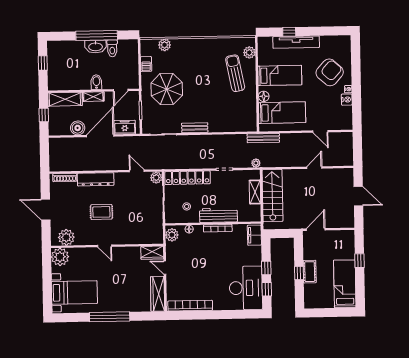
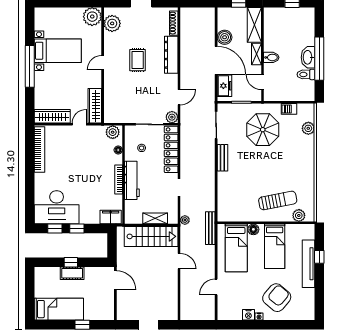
armchair: (330, 72) -> (277, 298), turned -92
door: (314, 168) -> (179, 261), moved
wardrobe: (152, 253) -> (95, 106), width x1.50
bed with nightstands: (74, 292) -> (58, 51), moved, turned -90

